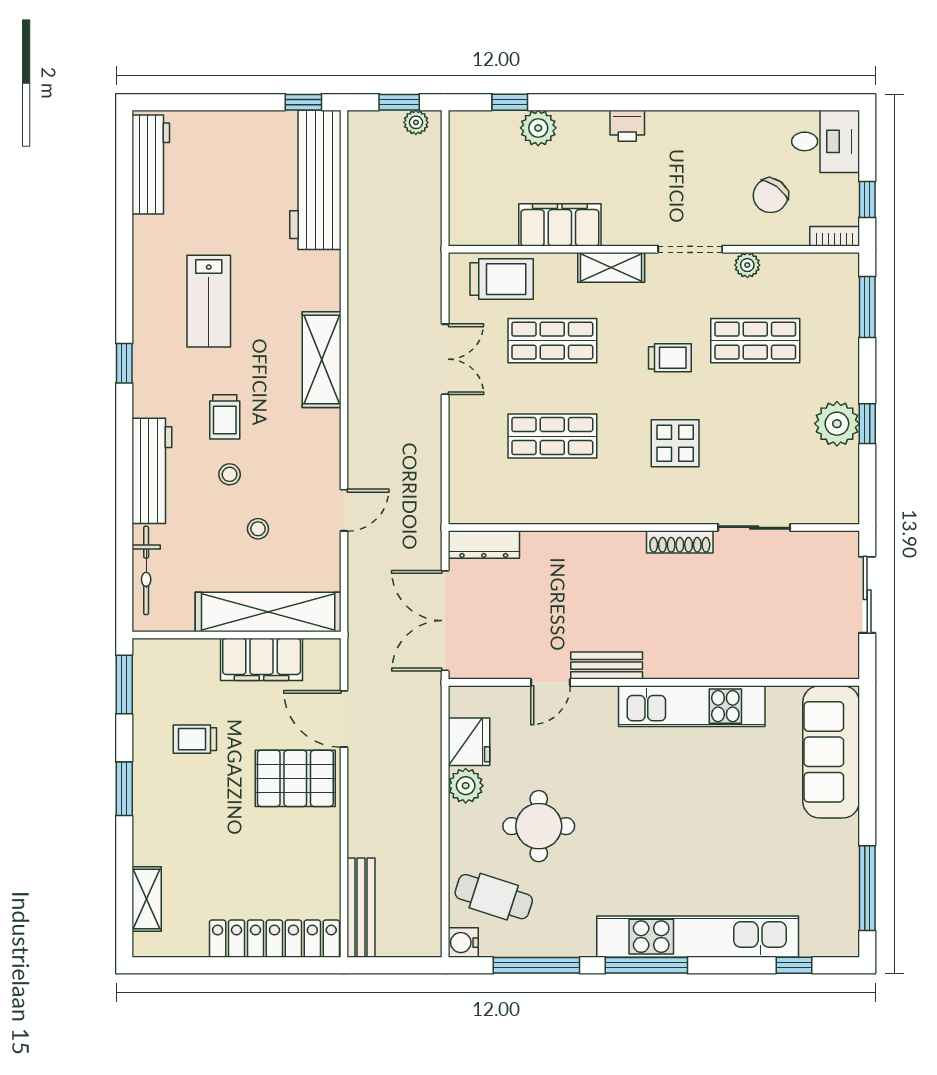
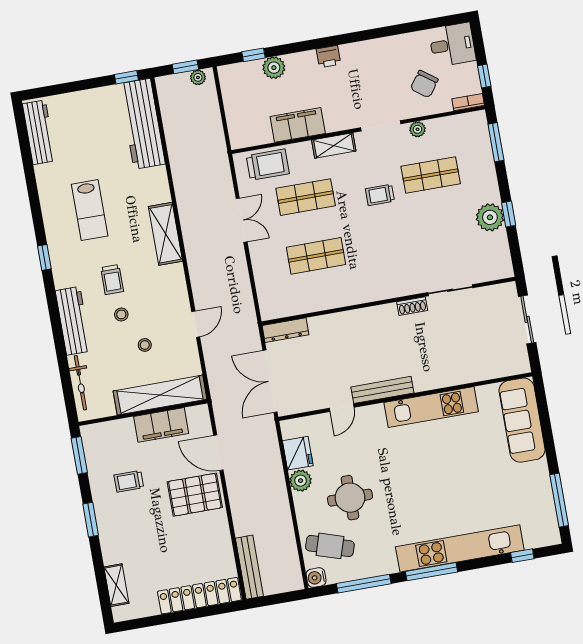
trolley: (670, 358) -> (380, 195), turned 180
display table: (675, 443) -> (392, 247), removed
shoe rack: (680, 542) -> (412, 306), width x0.70
bench: (607, 666) -> (382, 390), width x1.36

